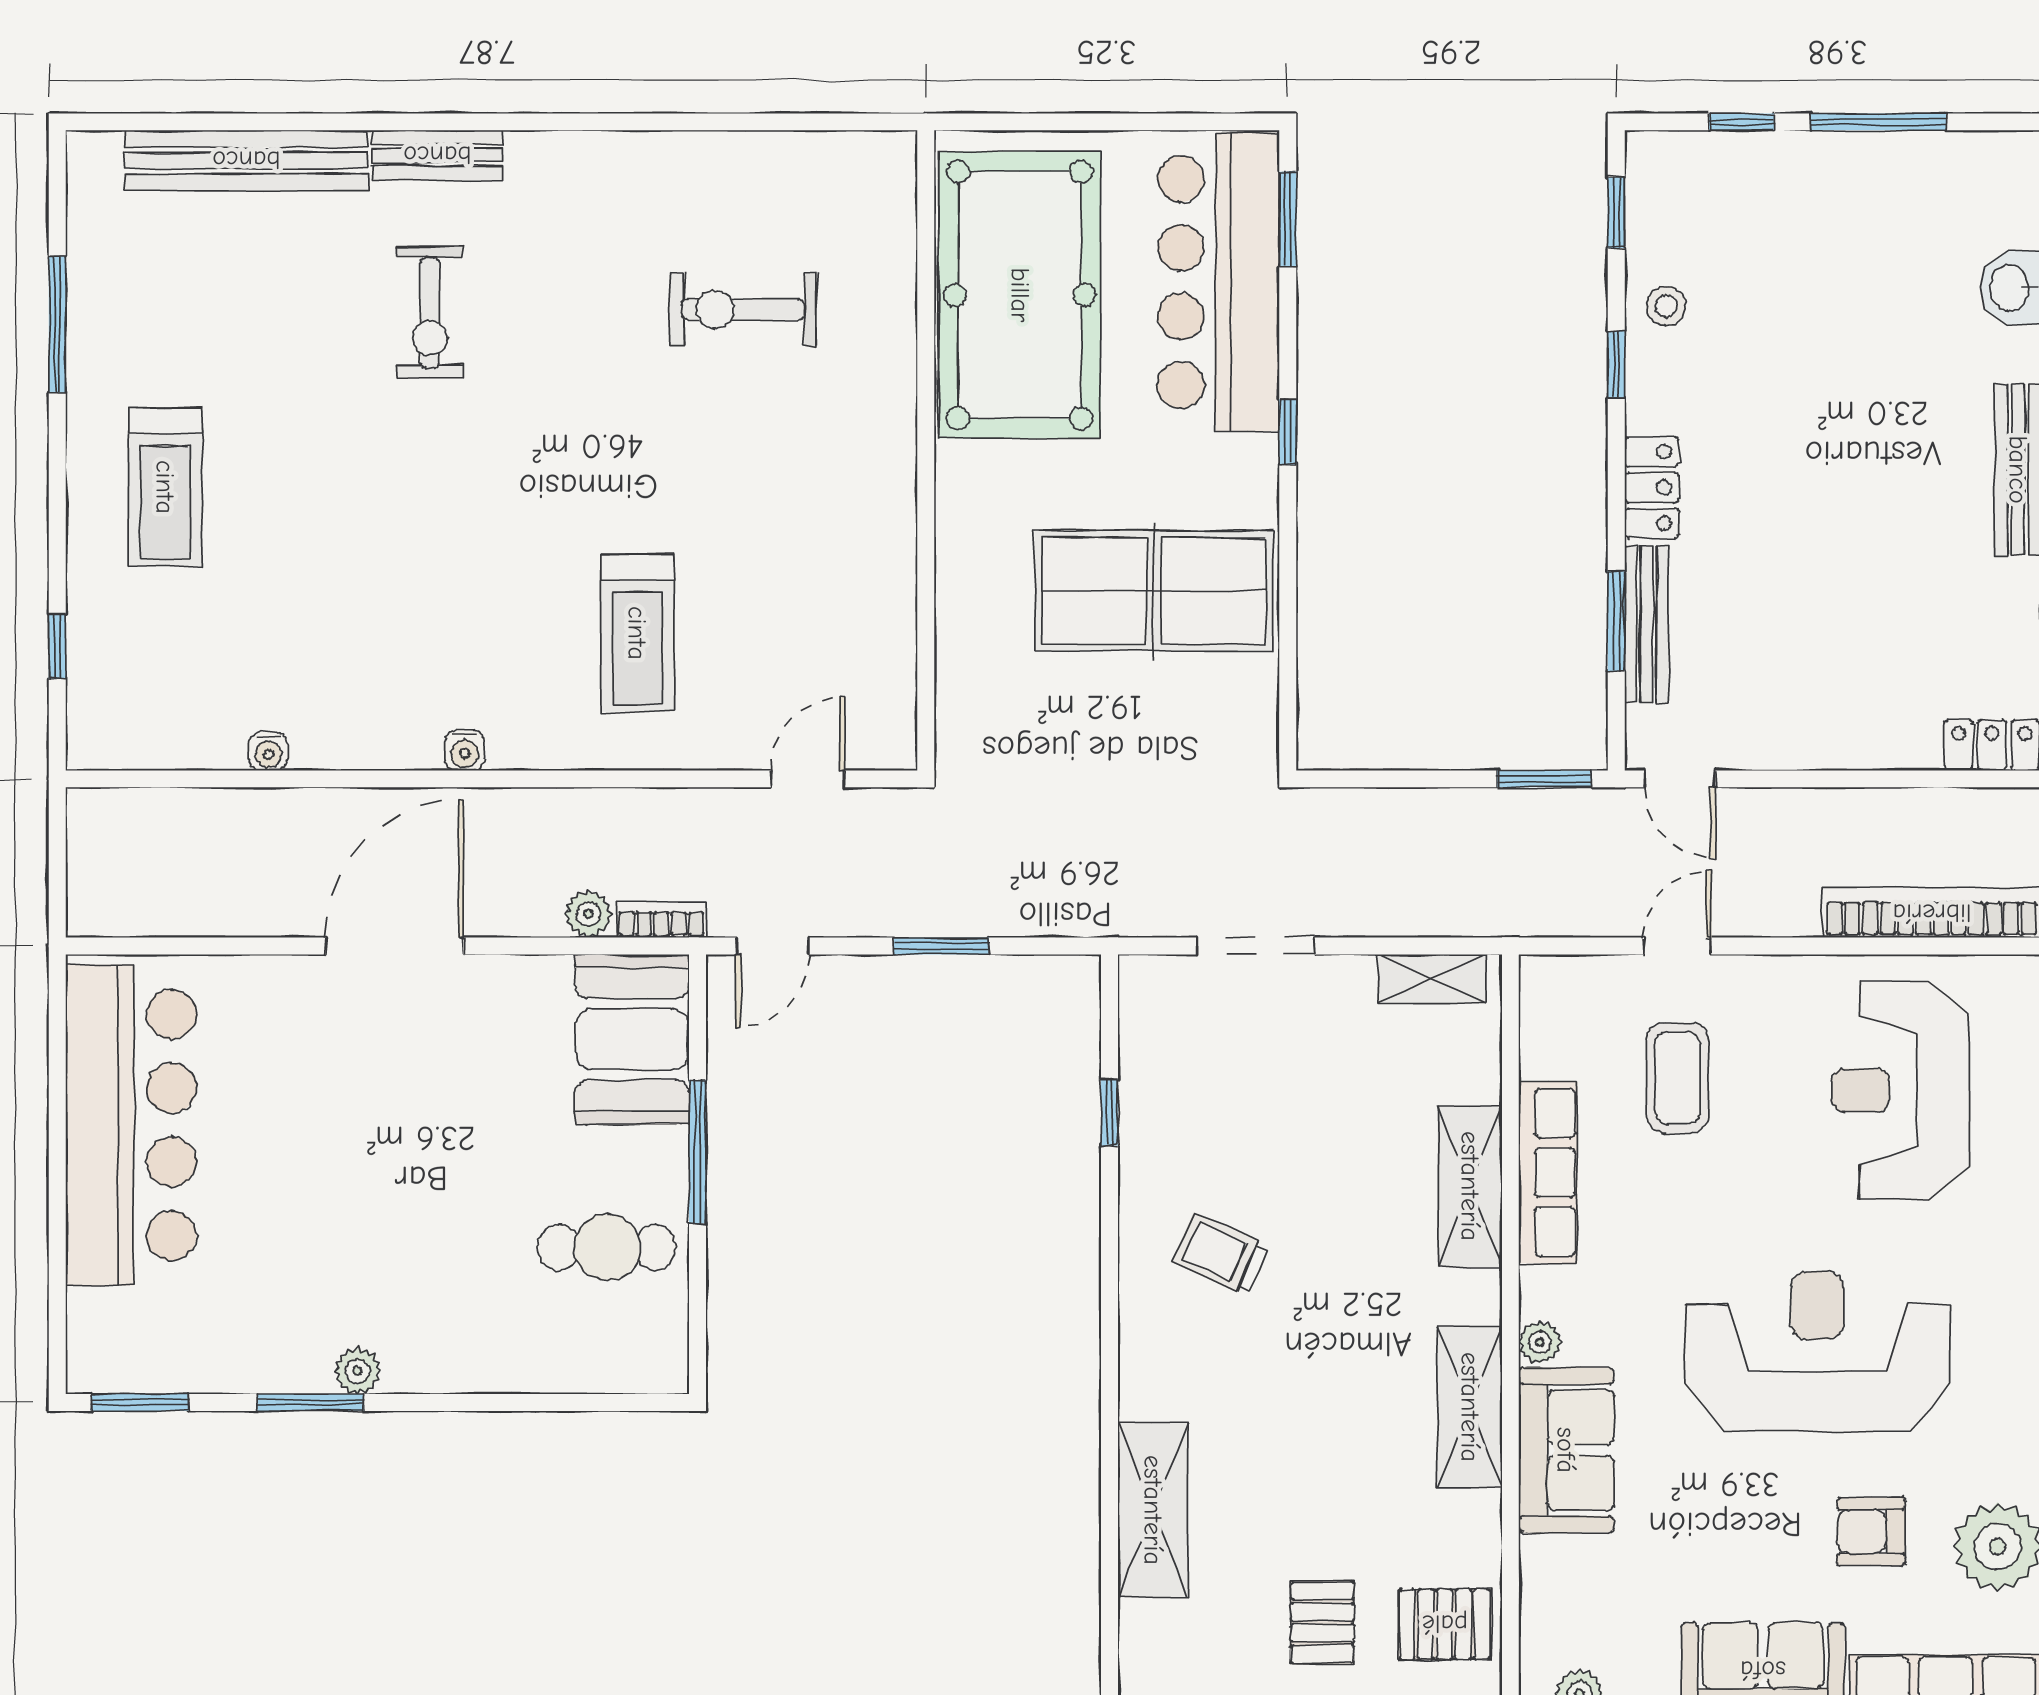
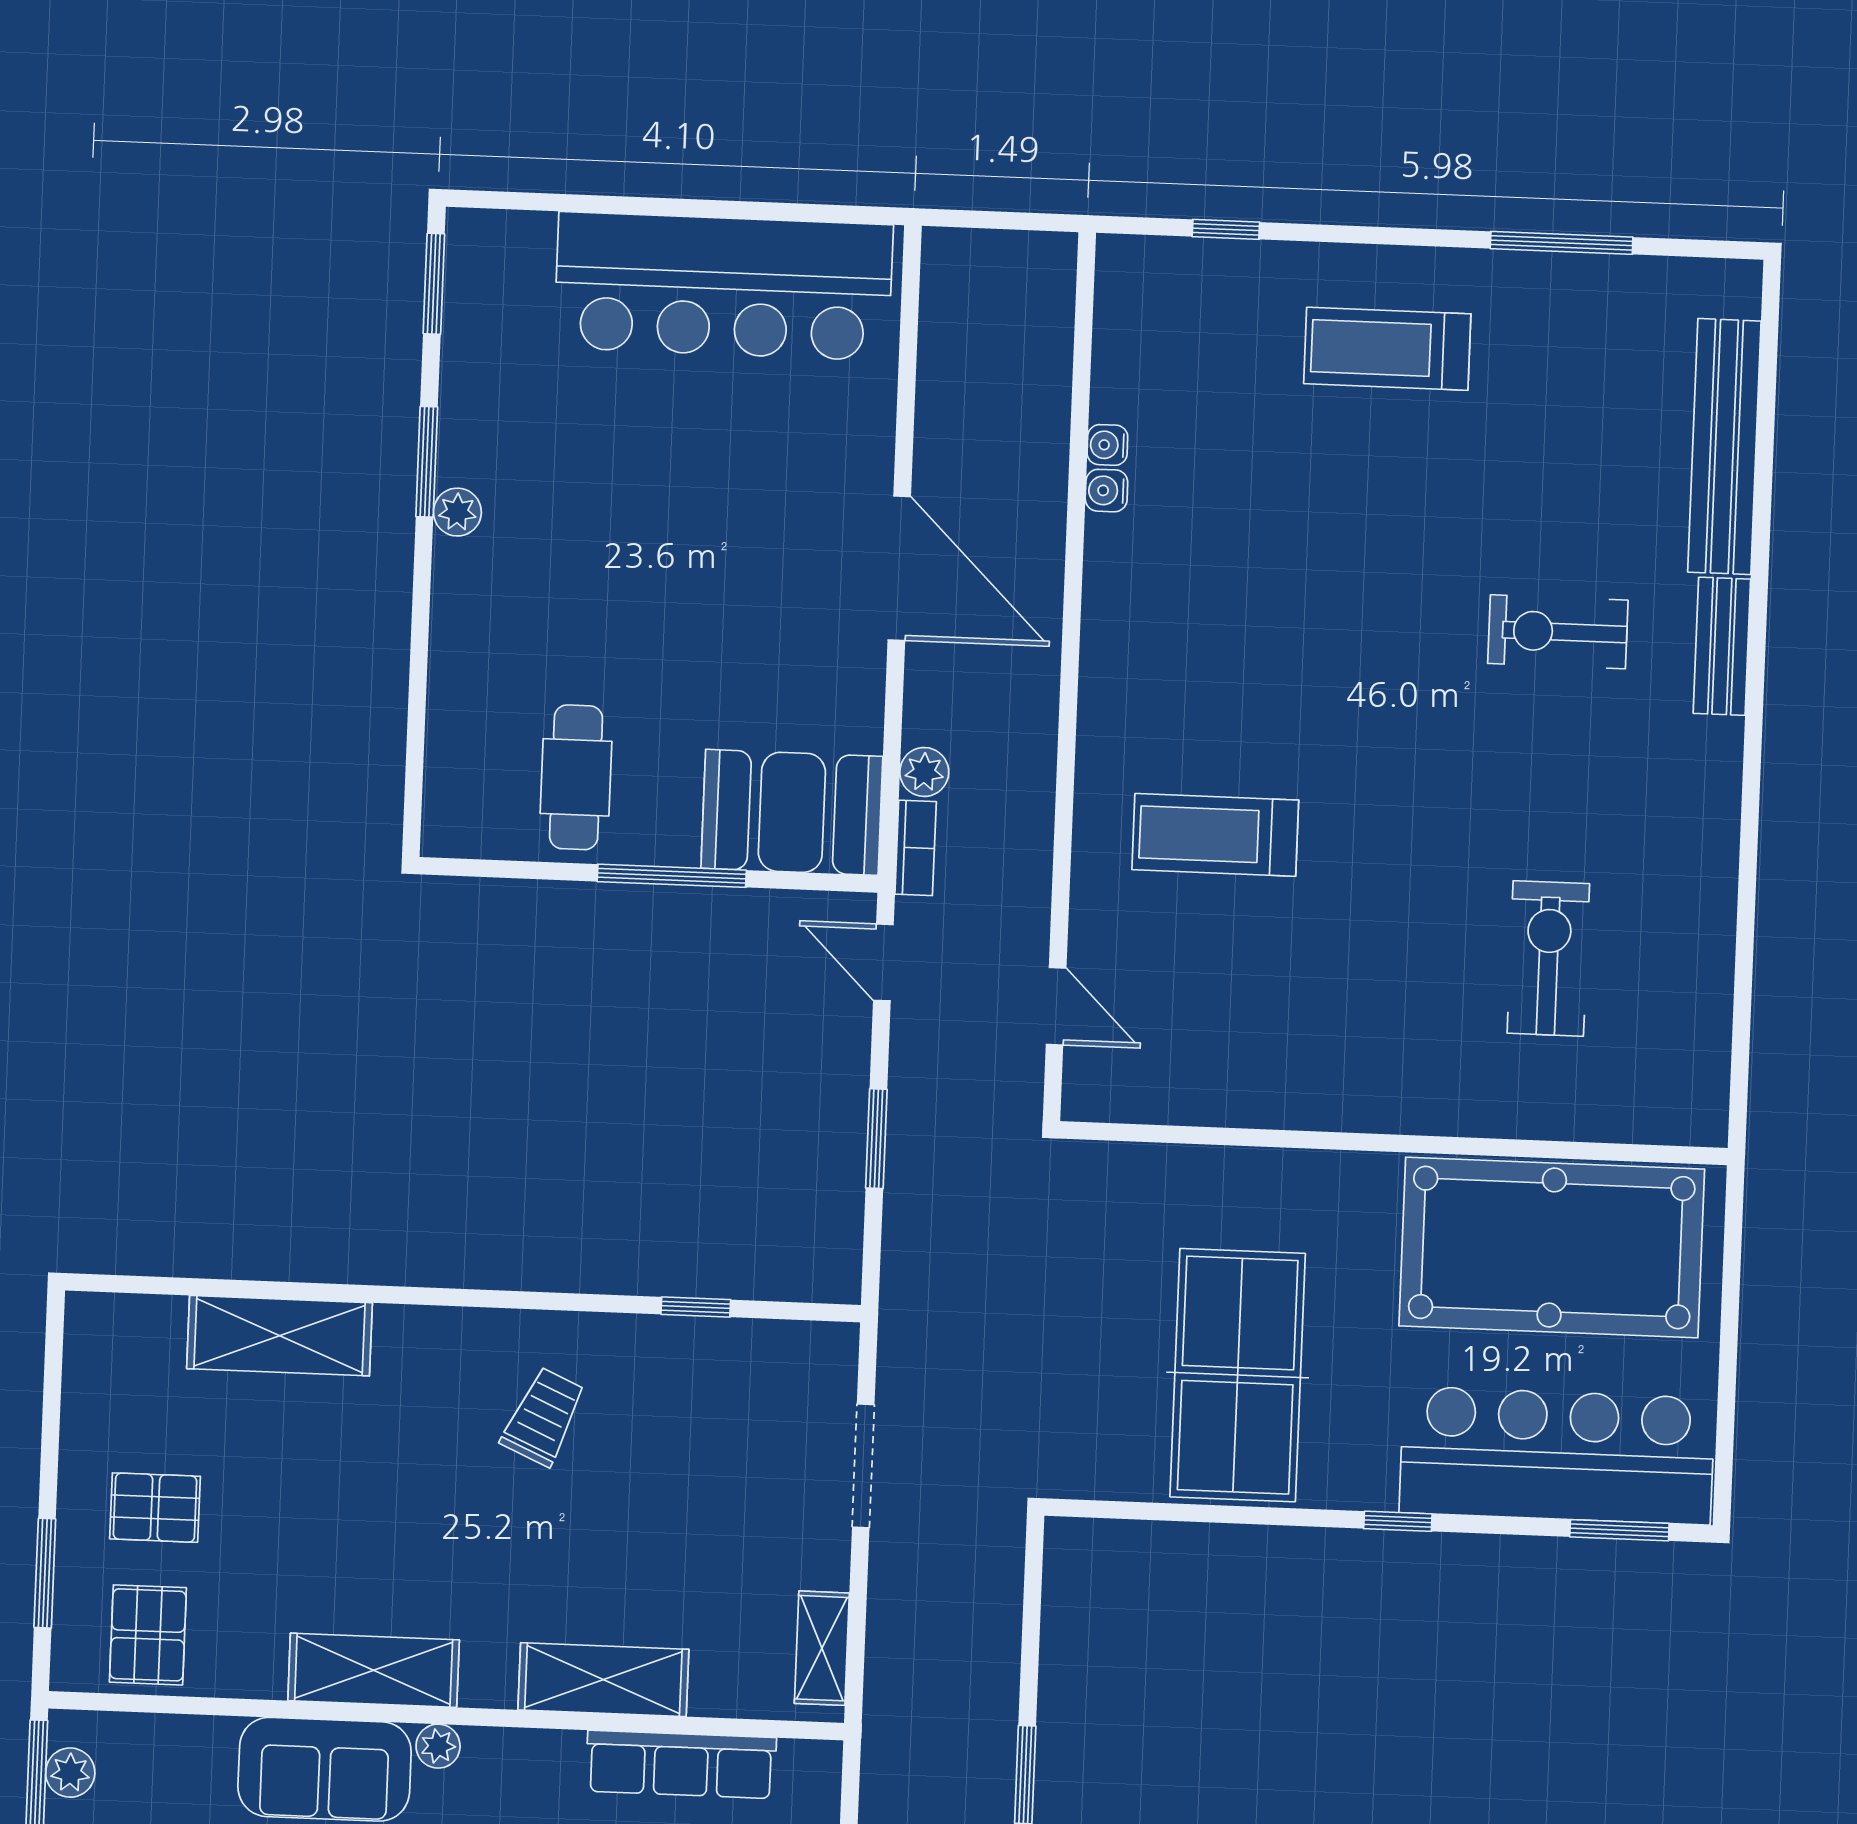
water cooler: (465, 750) -> (1106, 491), moved
row of seats: (1548, 1173) -> (681, 1764), moved

